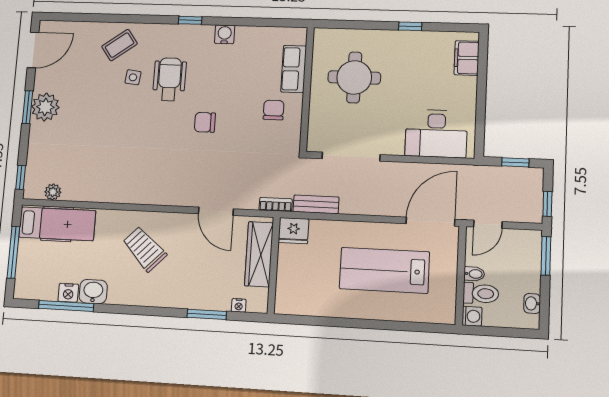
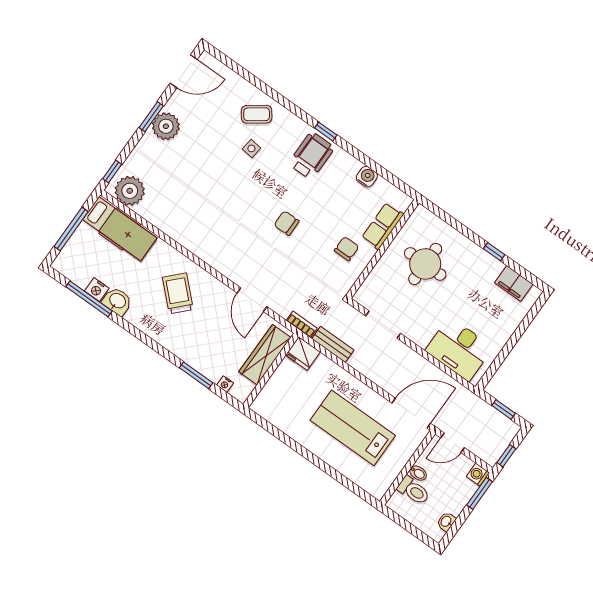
water cooler: (225, 34) -> (367, 177), moved
filing cabinet: (467, 58) -> (514, 283), moved, turned -90
wheelchair: (169, 79) -> (311, 156), moved
doorway: (351, 157) -> (383, 325), width x0.73
plant: (53, 192) -> (130, 191), width x1.87, depth x1.87
washing machine: (472, 316) -> (478, 475), moved, turned 180

